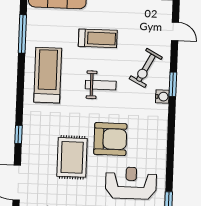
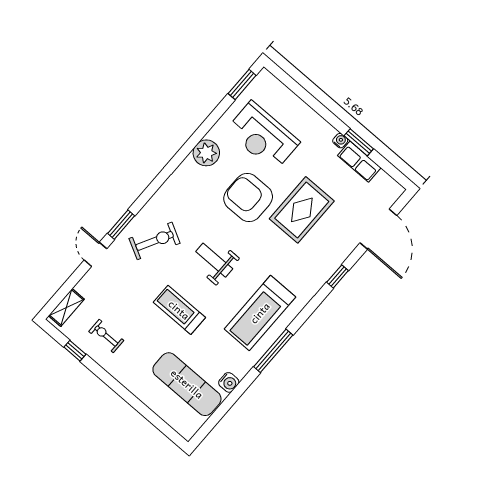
window: (22, 34) -> (273, 351), moved
window: (173, 84) -> (121, 225), moved
water cooler: (162, 97) -> (229, 382), moved, turned 180
plant: (157, 146) -> (206, 153), added

